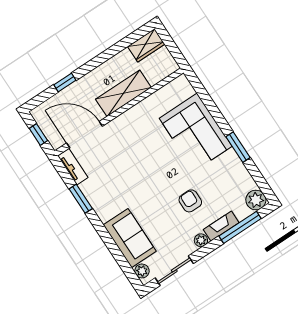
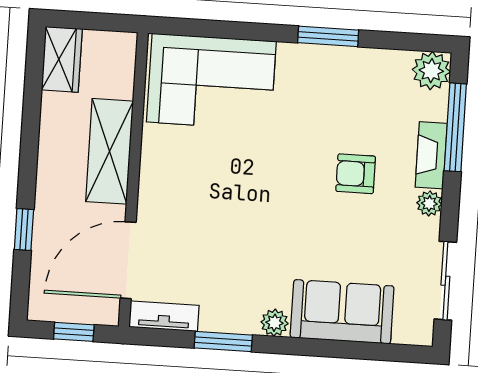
corner sofa: (196, 132) -> (211, 82), moved
plant: (142, 271) -> (275, 323), moved

